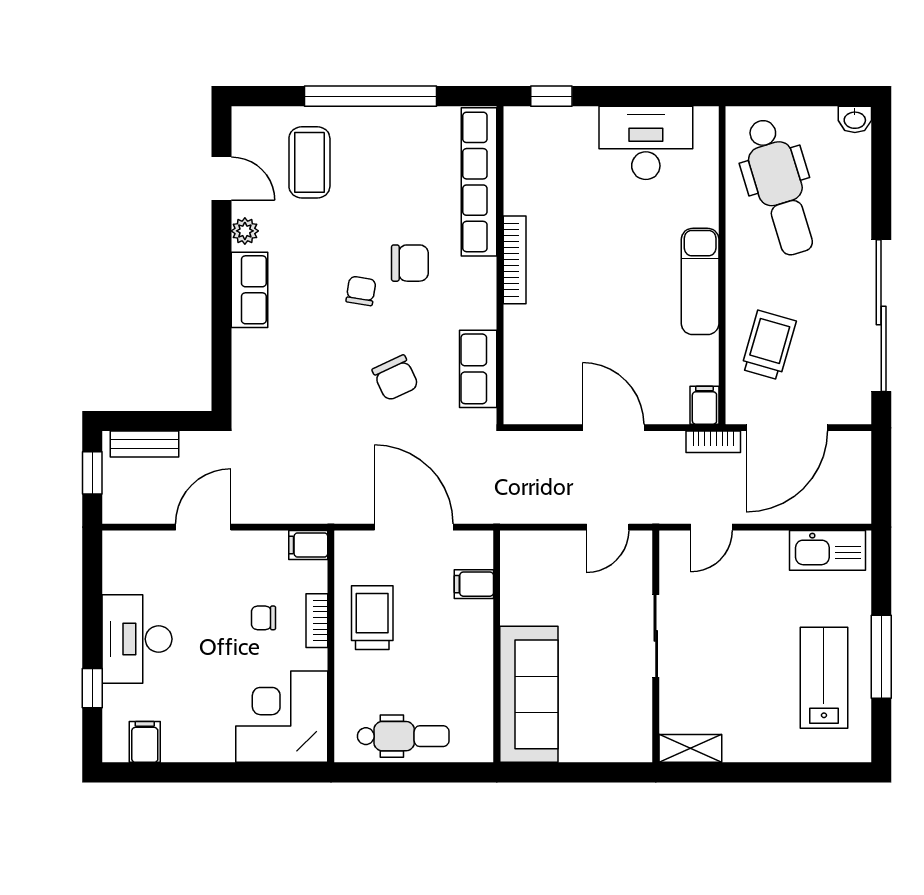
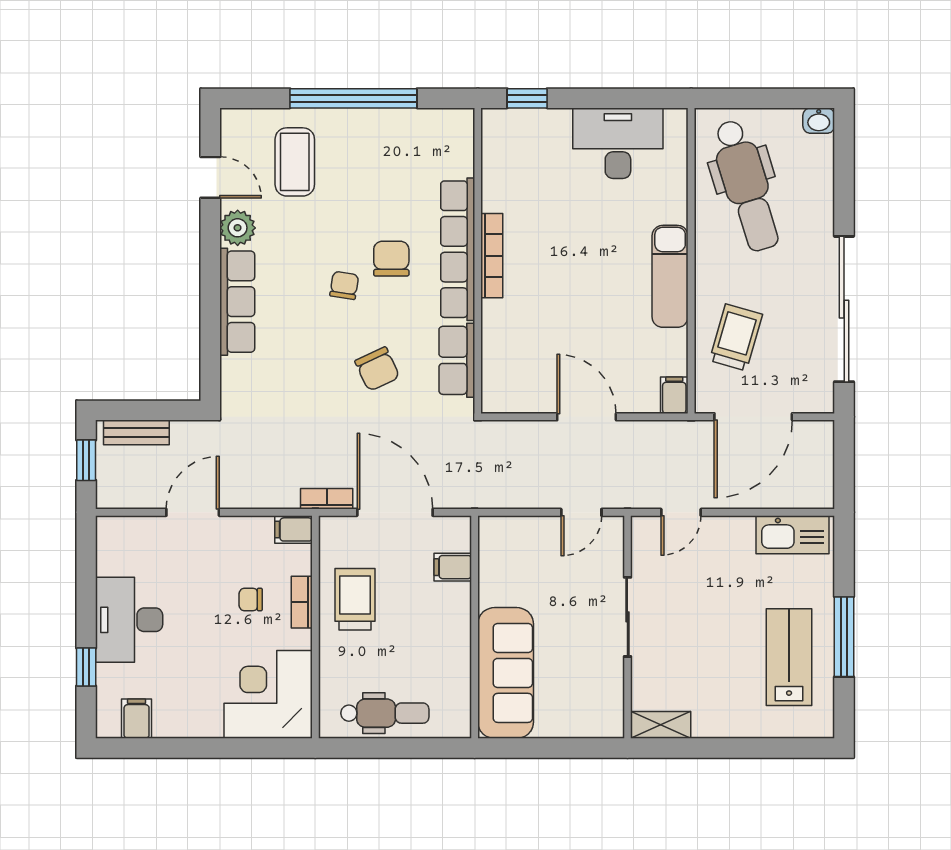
row of seats: (479, 182) -> (458, 249), moved
plant: (245, 231) -> (238, 228), width x1.38, depth x1.38
chair: (410, 263) -> (391, 259), turned -90
row of seats: (250, 290) -> (237, 302), width x1.48
bookcase: (713, 442) -> (327, 499), moved, turned 180

